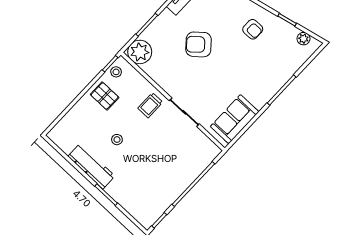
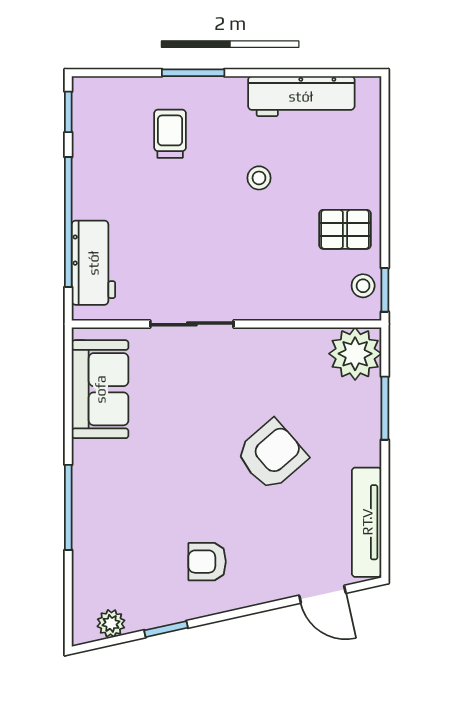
trolley: (150, 105) -> (170, 134), moved
workbench: (198, 163) -> (93, 263), added
workbench: (91, 166) -> (301, 96), moved

